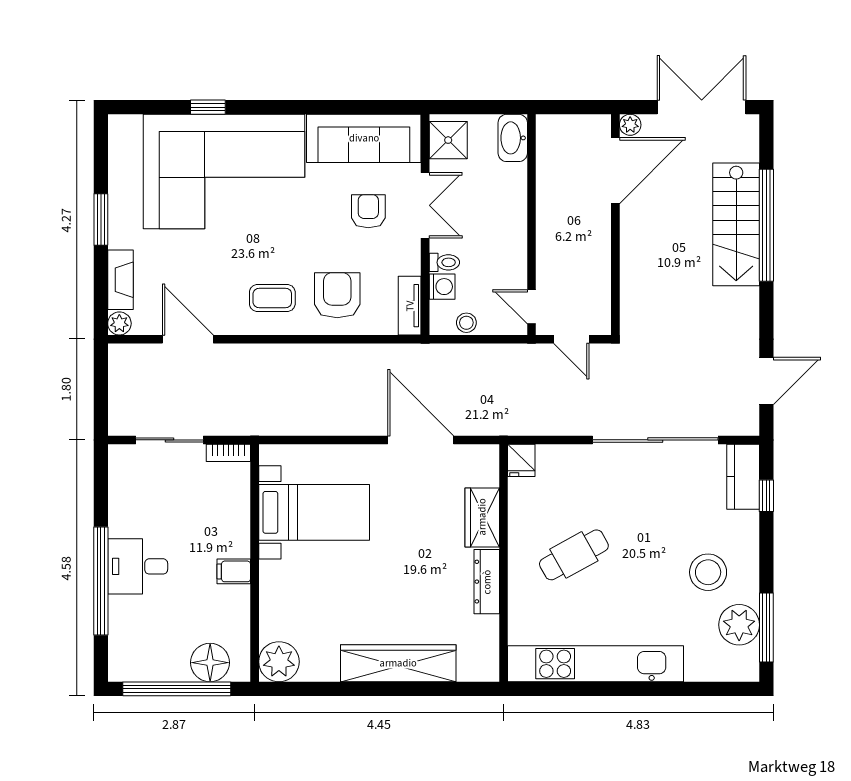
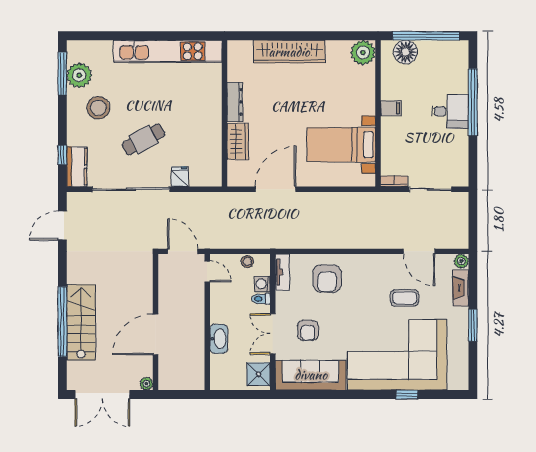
washbasin: (513, 138) -> (219, 339), moved
door: (615, 171) -> (156, 334), moved
coffee table: (272, 298) -> (405, 298), moved
door: (571, 339) -> (183, 251), width x1.38
door: (421, 440) -> (276, 189), swing flipped
fridge: (521, 460) -> (180, 177), moved
cafe table: (574, 555) -> (144, 139), moved

